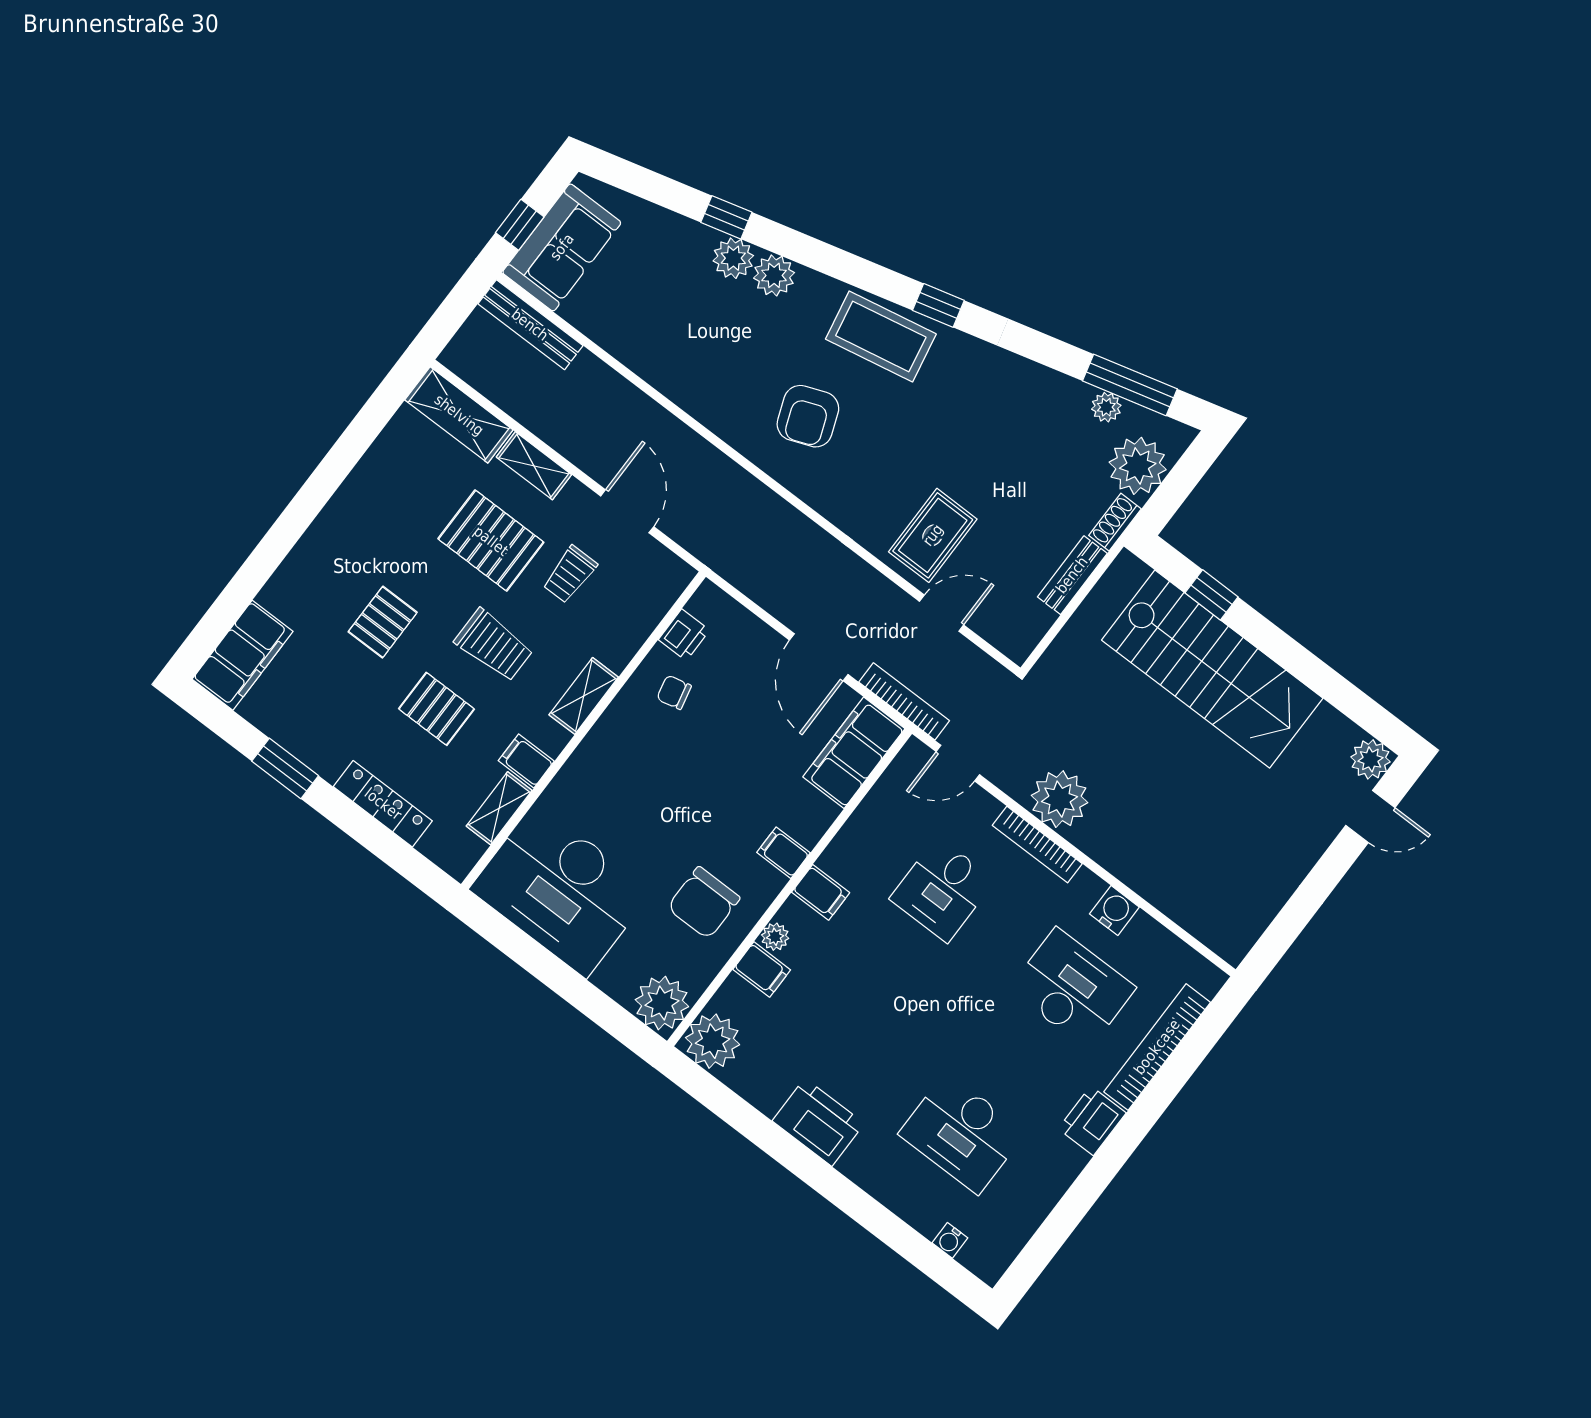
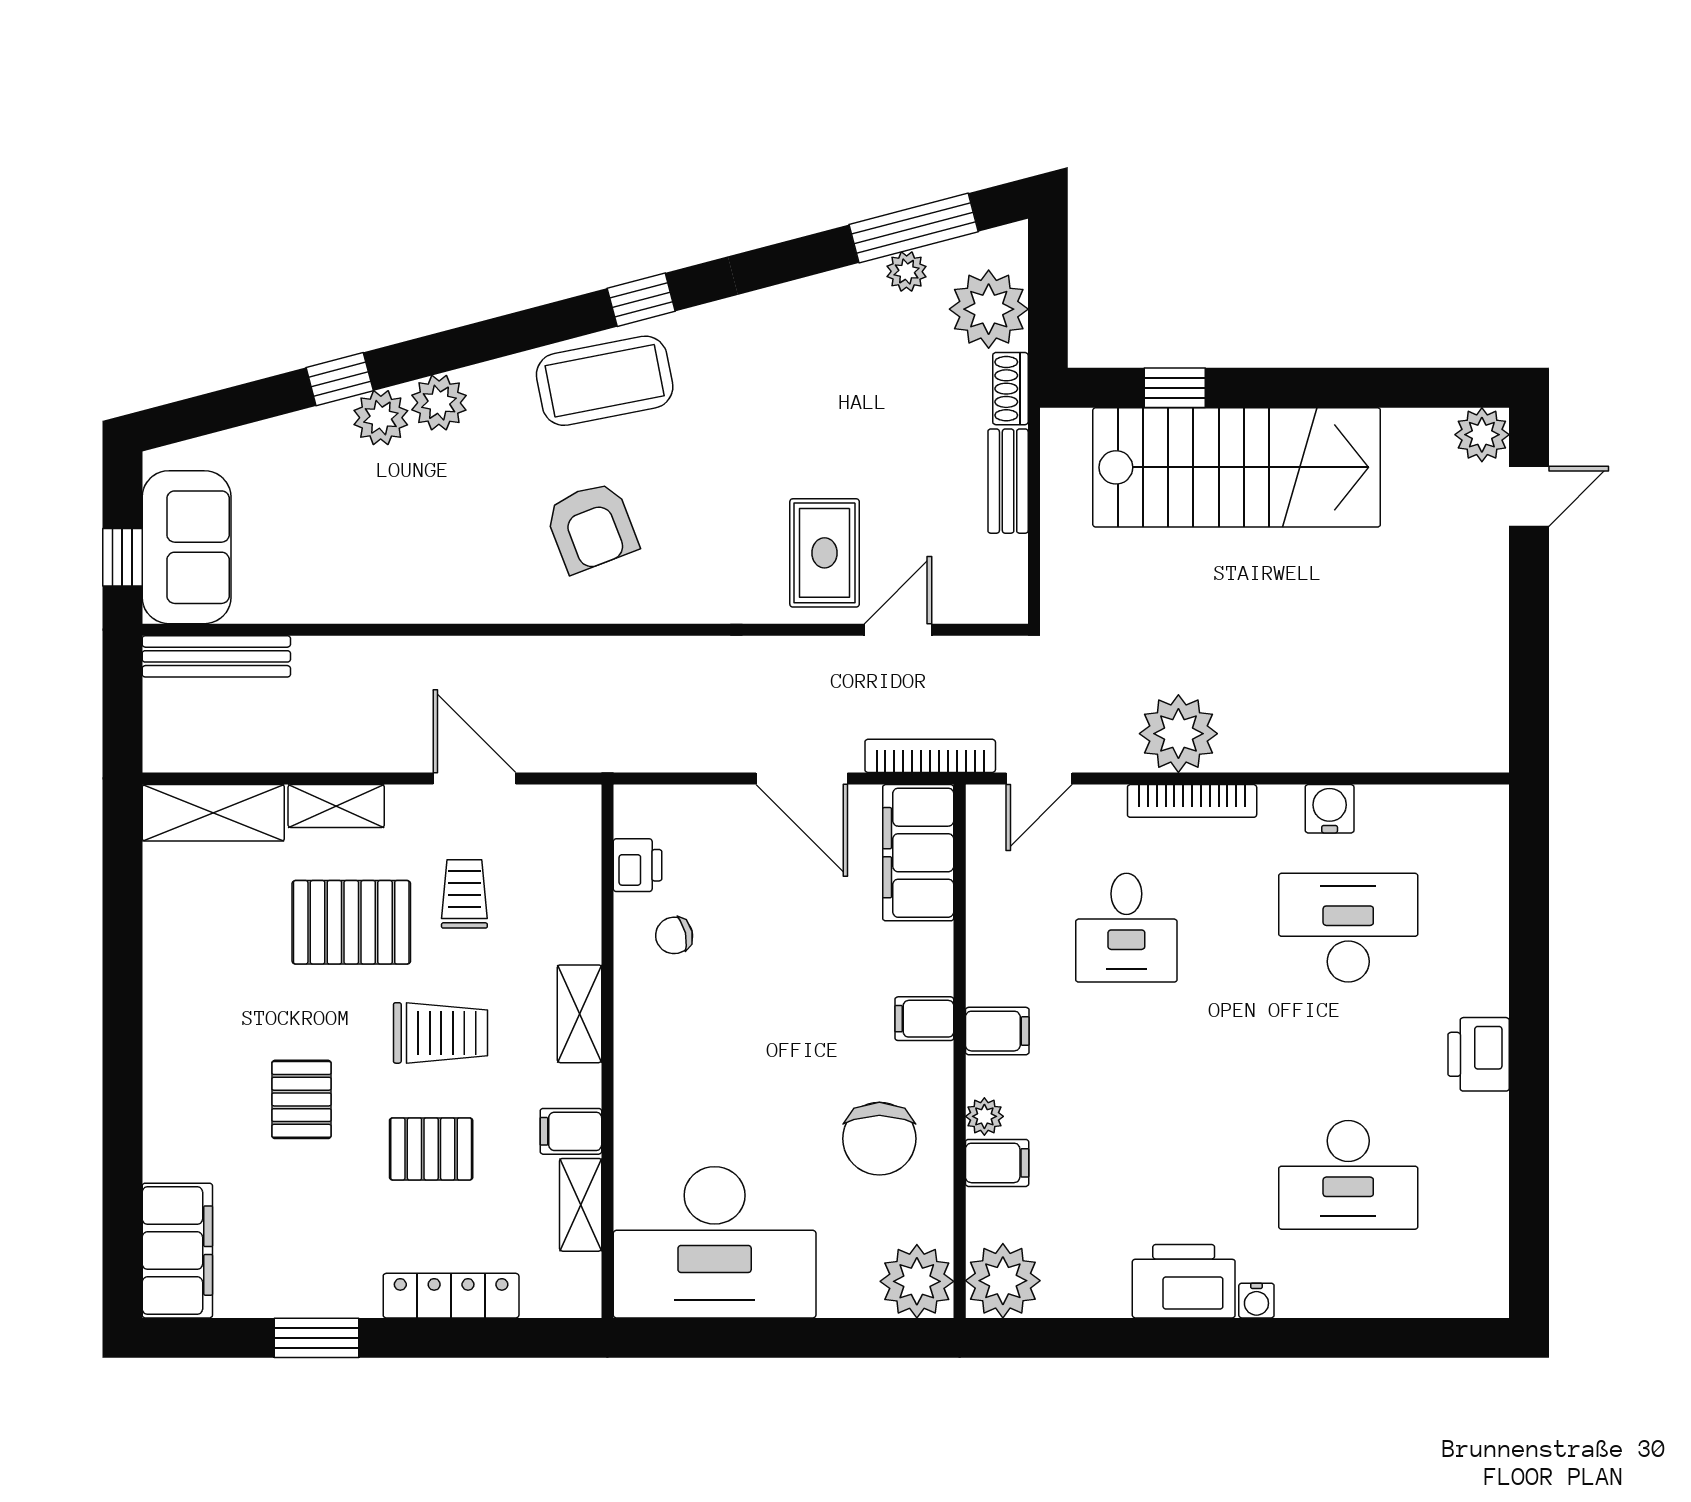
trolley: (570, 574) -> (464, 894), turned 180
bookcase: (1157, 1047) -> (1488, 921), removed
water cooler: (950, 1240) -> (1256, 1301), moved

